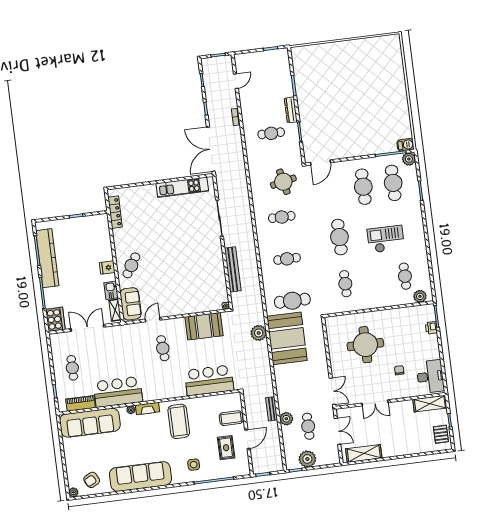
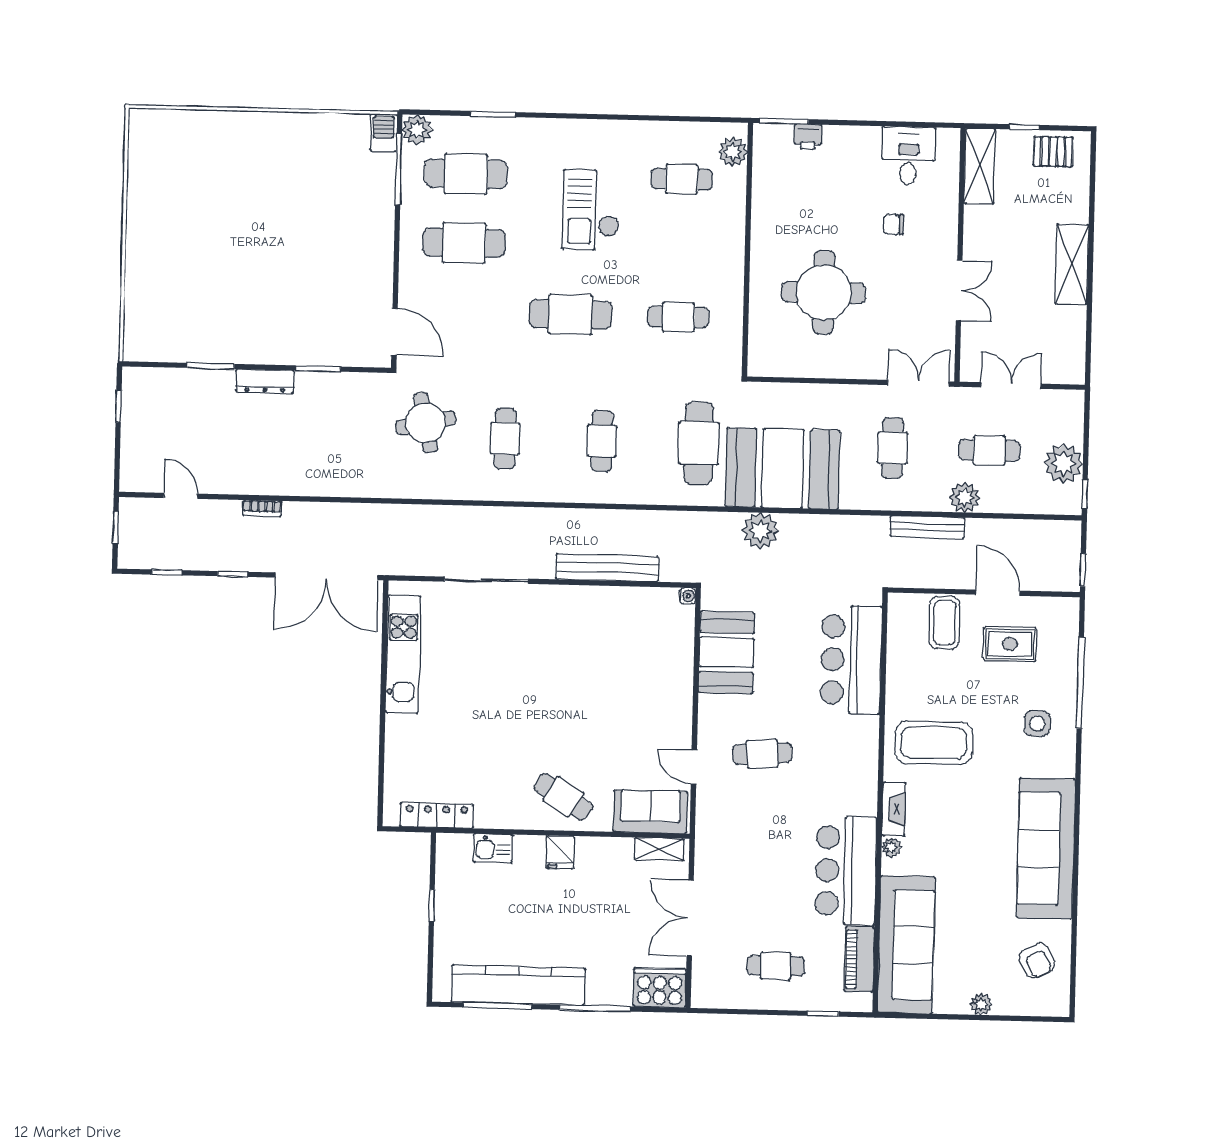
cafe table: (271, 133) -> (892, 448), moved
kitchen sink: (111, 290) -> (493, 848), moved
desk: (430, 376) -> (908, 156), width x0.73
bench: (272, 409) -> (927, 527), width x1.36
shelving: (364, 453) -> (1072, 264), moved
plant: (73, 492) -> (981, 1004), moved

